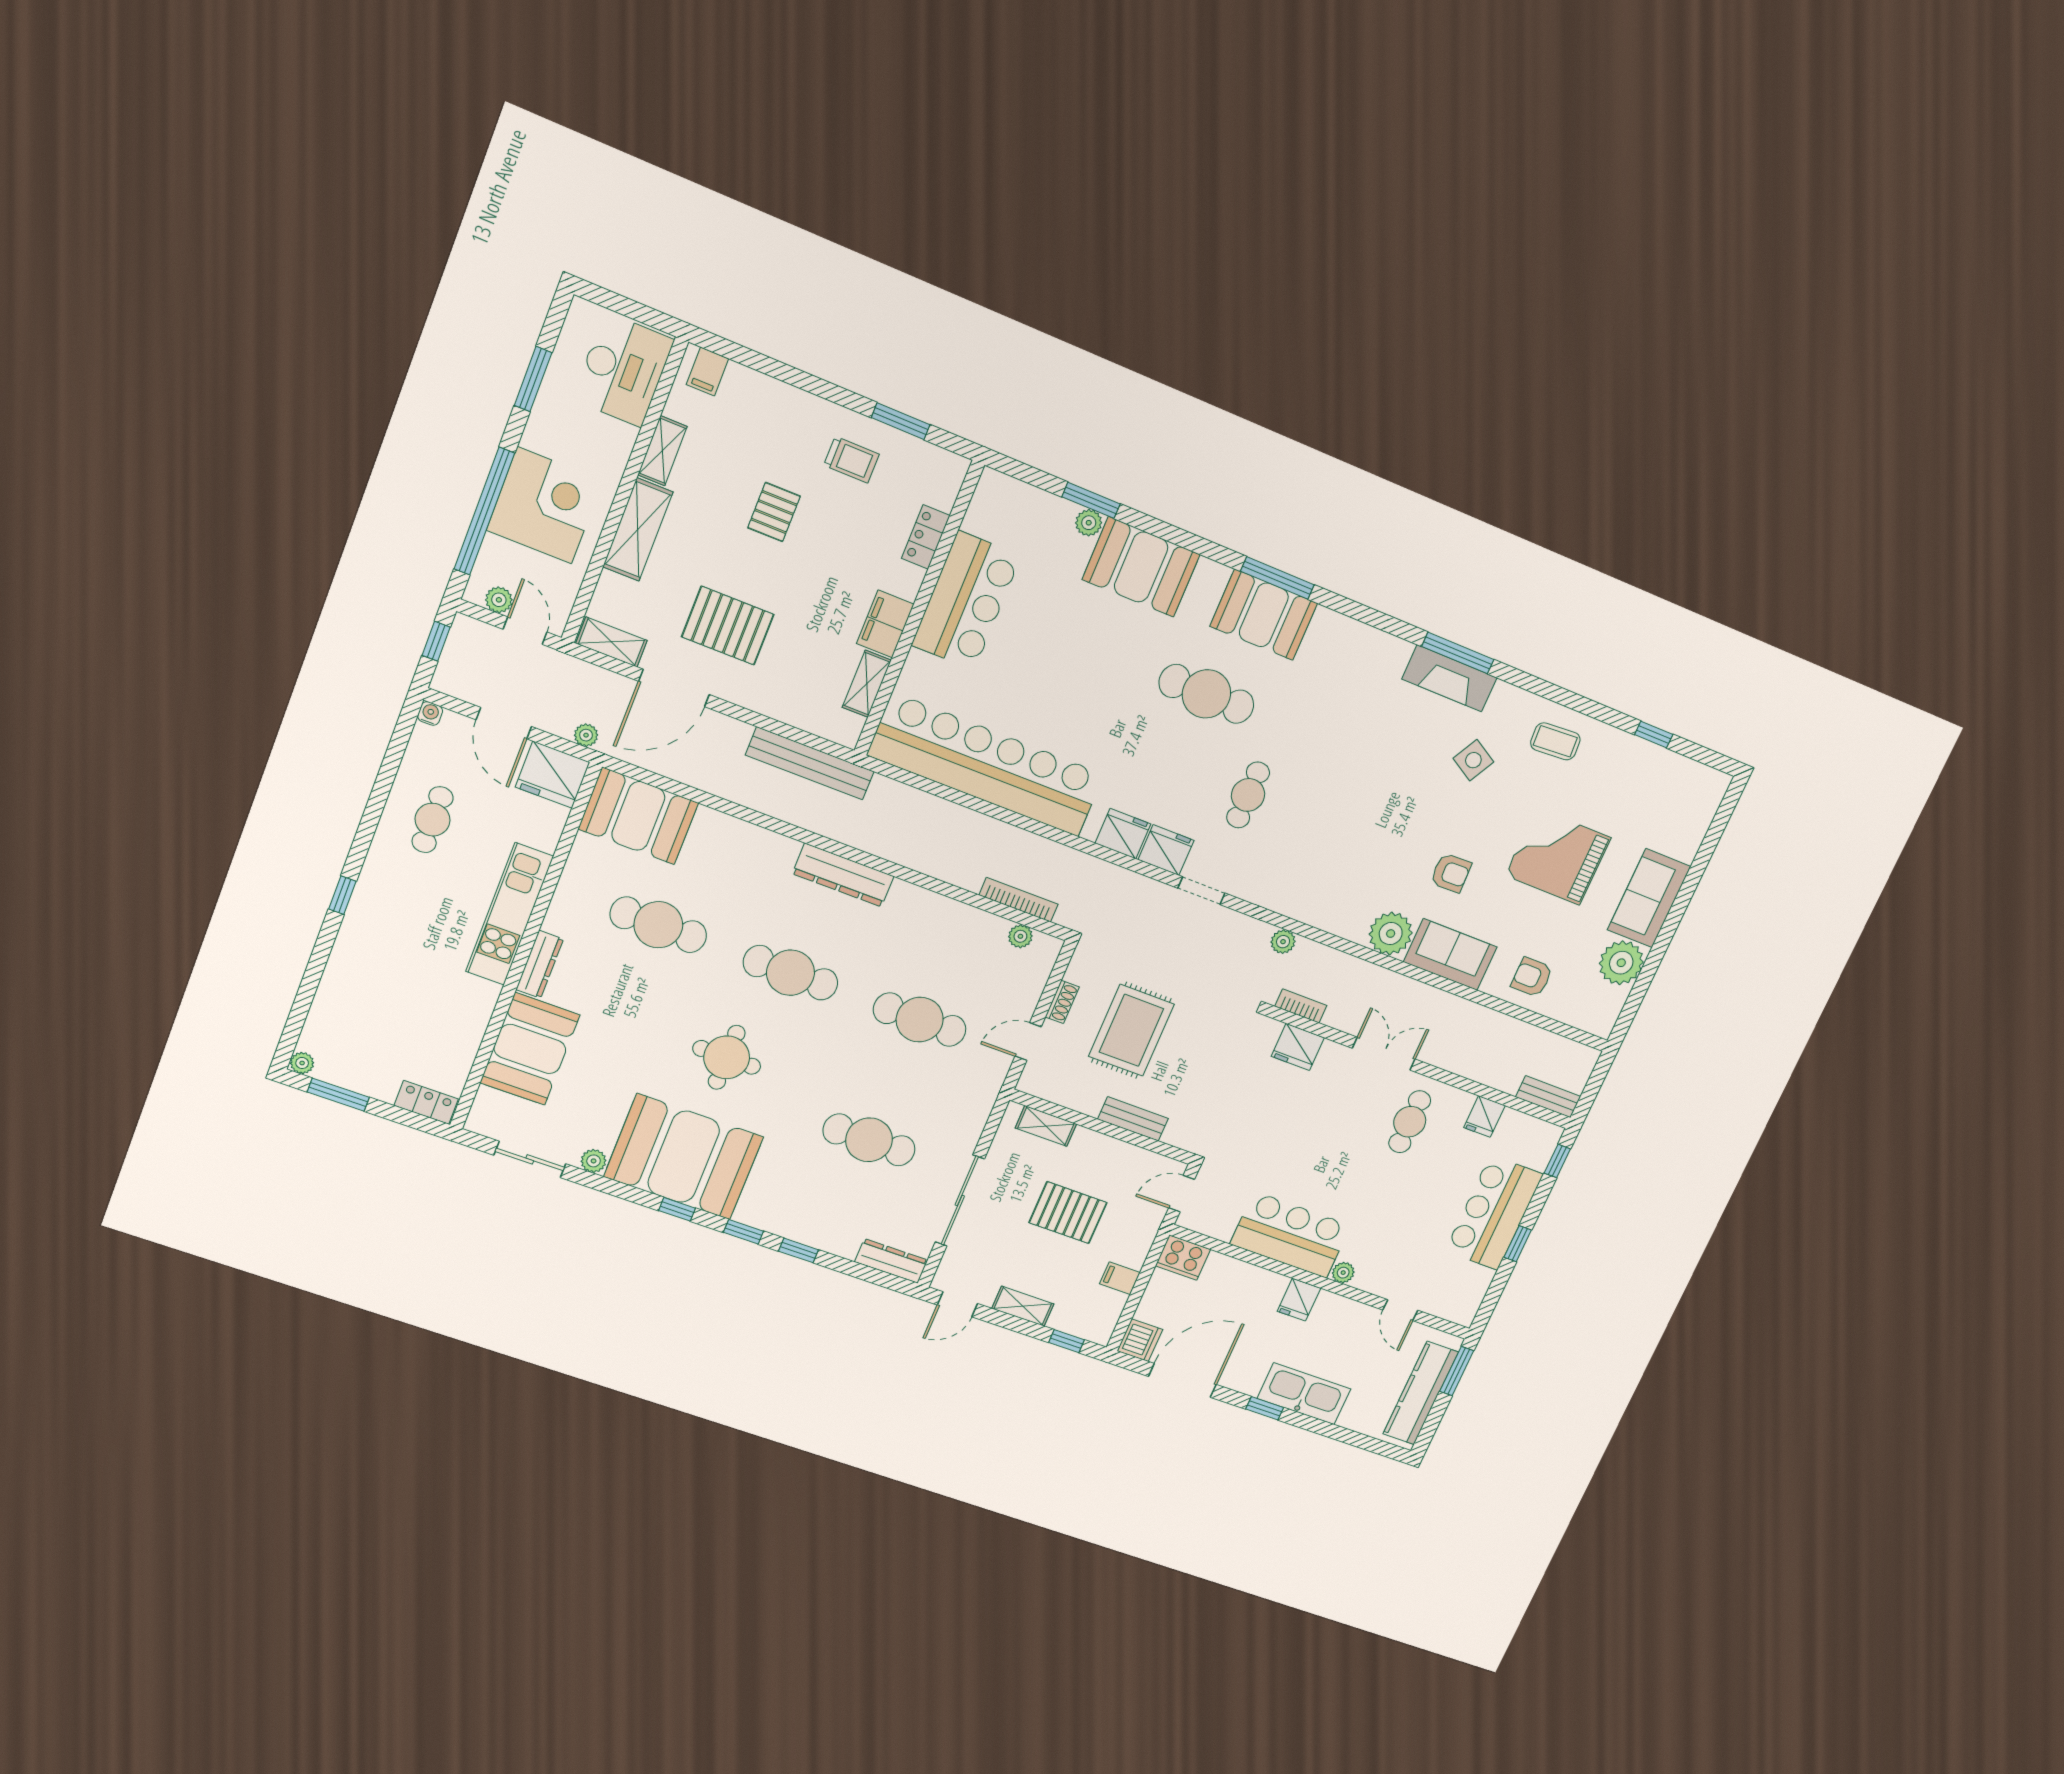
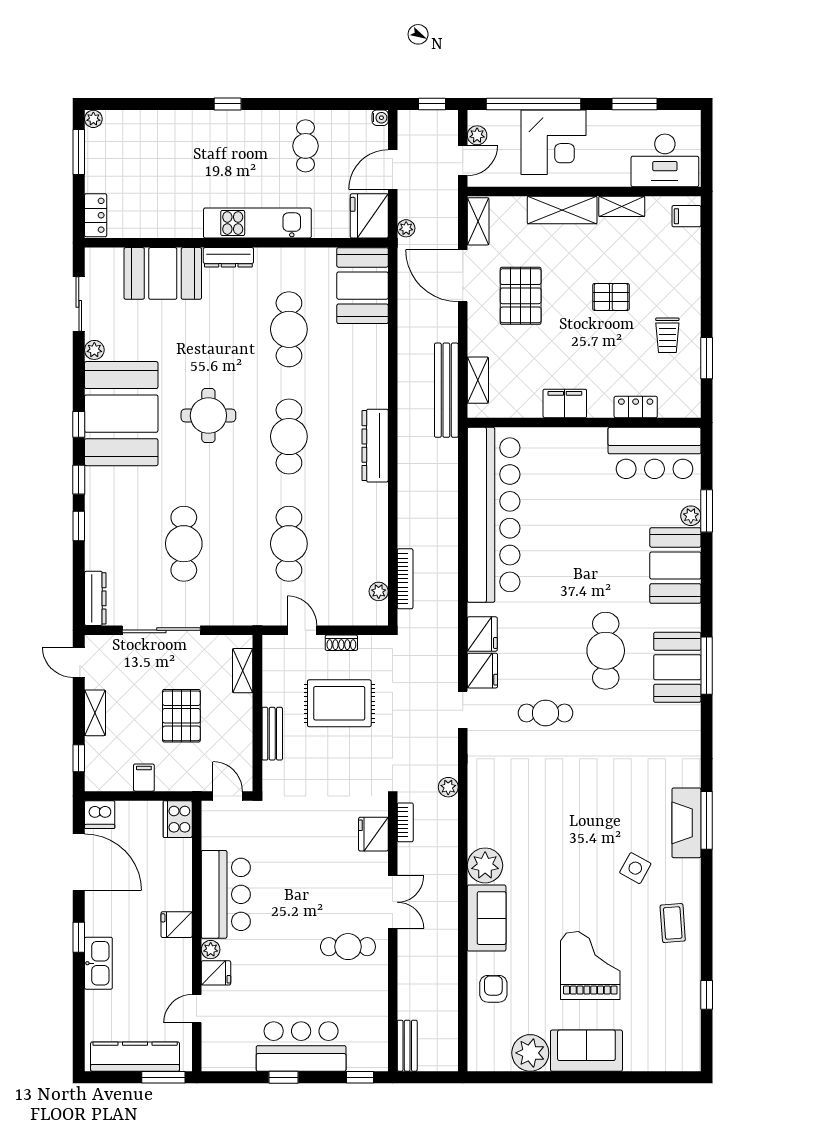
bar counter: (966, 601) -> (655, 453), moved
shelving: (867, 684) -> (478, 380), moved, turned 90
cafe table: (432, 820) -> (306, 146), turned 90
armchair: (1451, 873) -> (547, 890), removed
fridge: (1484, 1117) -> (216, 973), moved, turned 180
kitchen sink: (1304, 1394) -> (98, 963), width x0.73, depth x0.81

